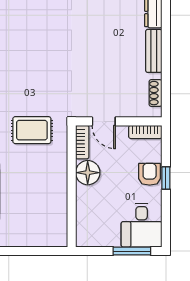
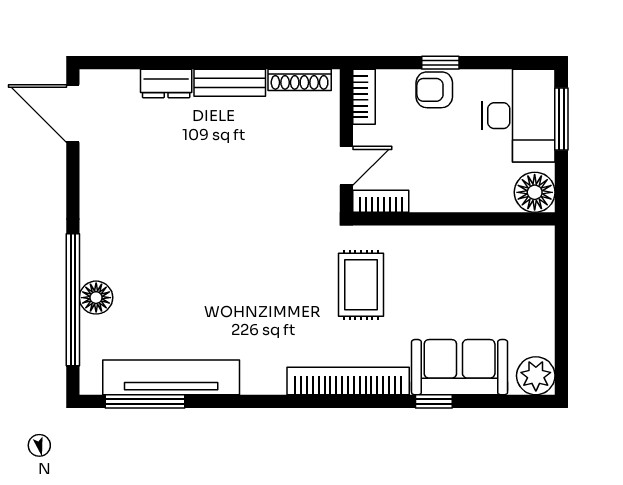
shoe rack: (156, 93) -> (300, 80), width x1.43
floor lamp: (88, 173) -> (535, 192), moved
desk: (142, 225) -> (518, 116), width x1.37

